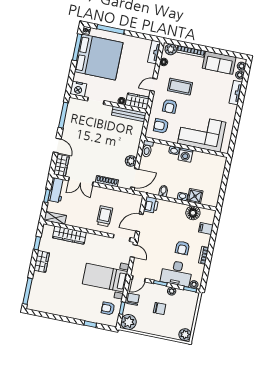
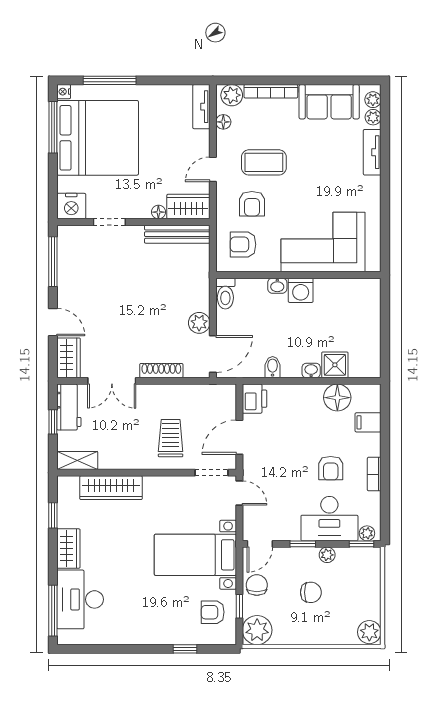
desk: (42, 288) -> (80, 599), added

